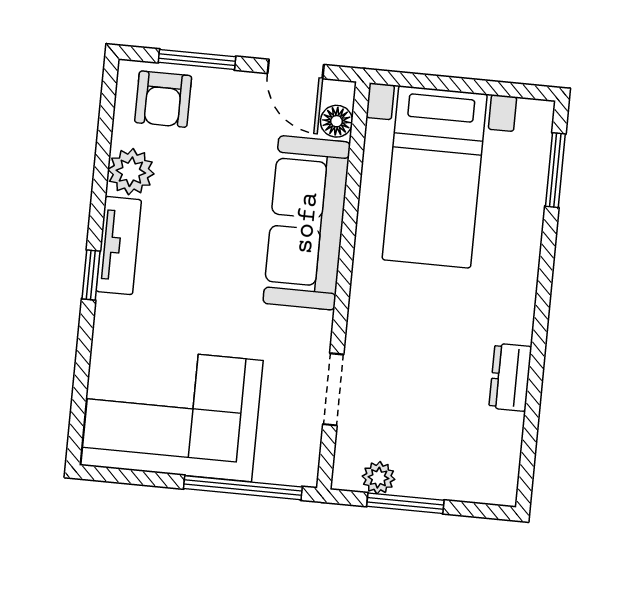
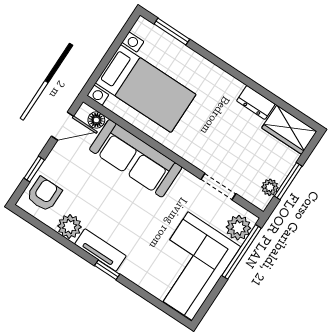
window: (197, 60) -> (34, 169), width x0.67
armchair: (163, 99) -> (44, 194), turned -90
wardrobe: (494, 459) -> (289, 130), added
plant: (281, 460) -> (238, 228), added

